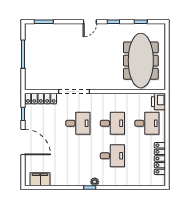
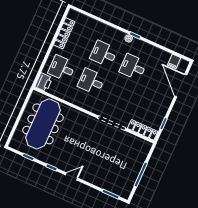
desk: (78, 123) -> (133, 67), moved
door: (23, 142) -> (181, 85), moved
filing cabinet: (40, 179) -> (174, 61), width x0.50

